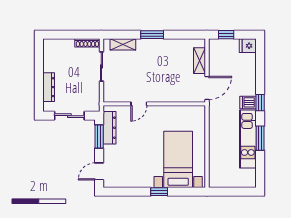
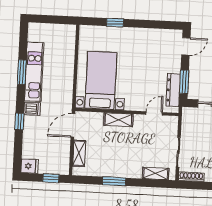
window: (152, 35) -> (114, 181), moved
shelving: (162, 96) -> (118, 120), added
window: (260, 103) -> (19, 122), moved
door: (139, 104) -> (154, 113), moved
bed with nightstands: (178, 159) -> (101, 80), moved, turned 180
window: (159, 192) -> (115, 23), moved

